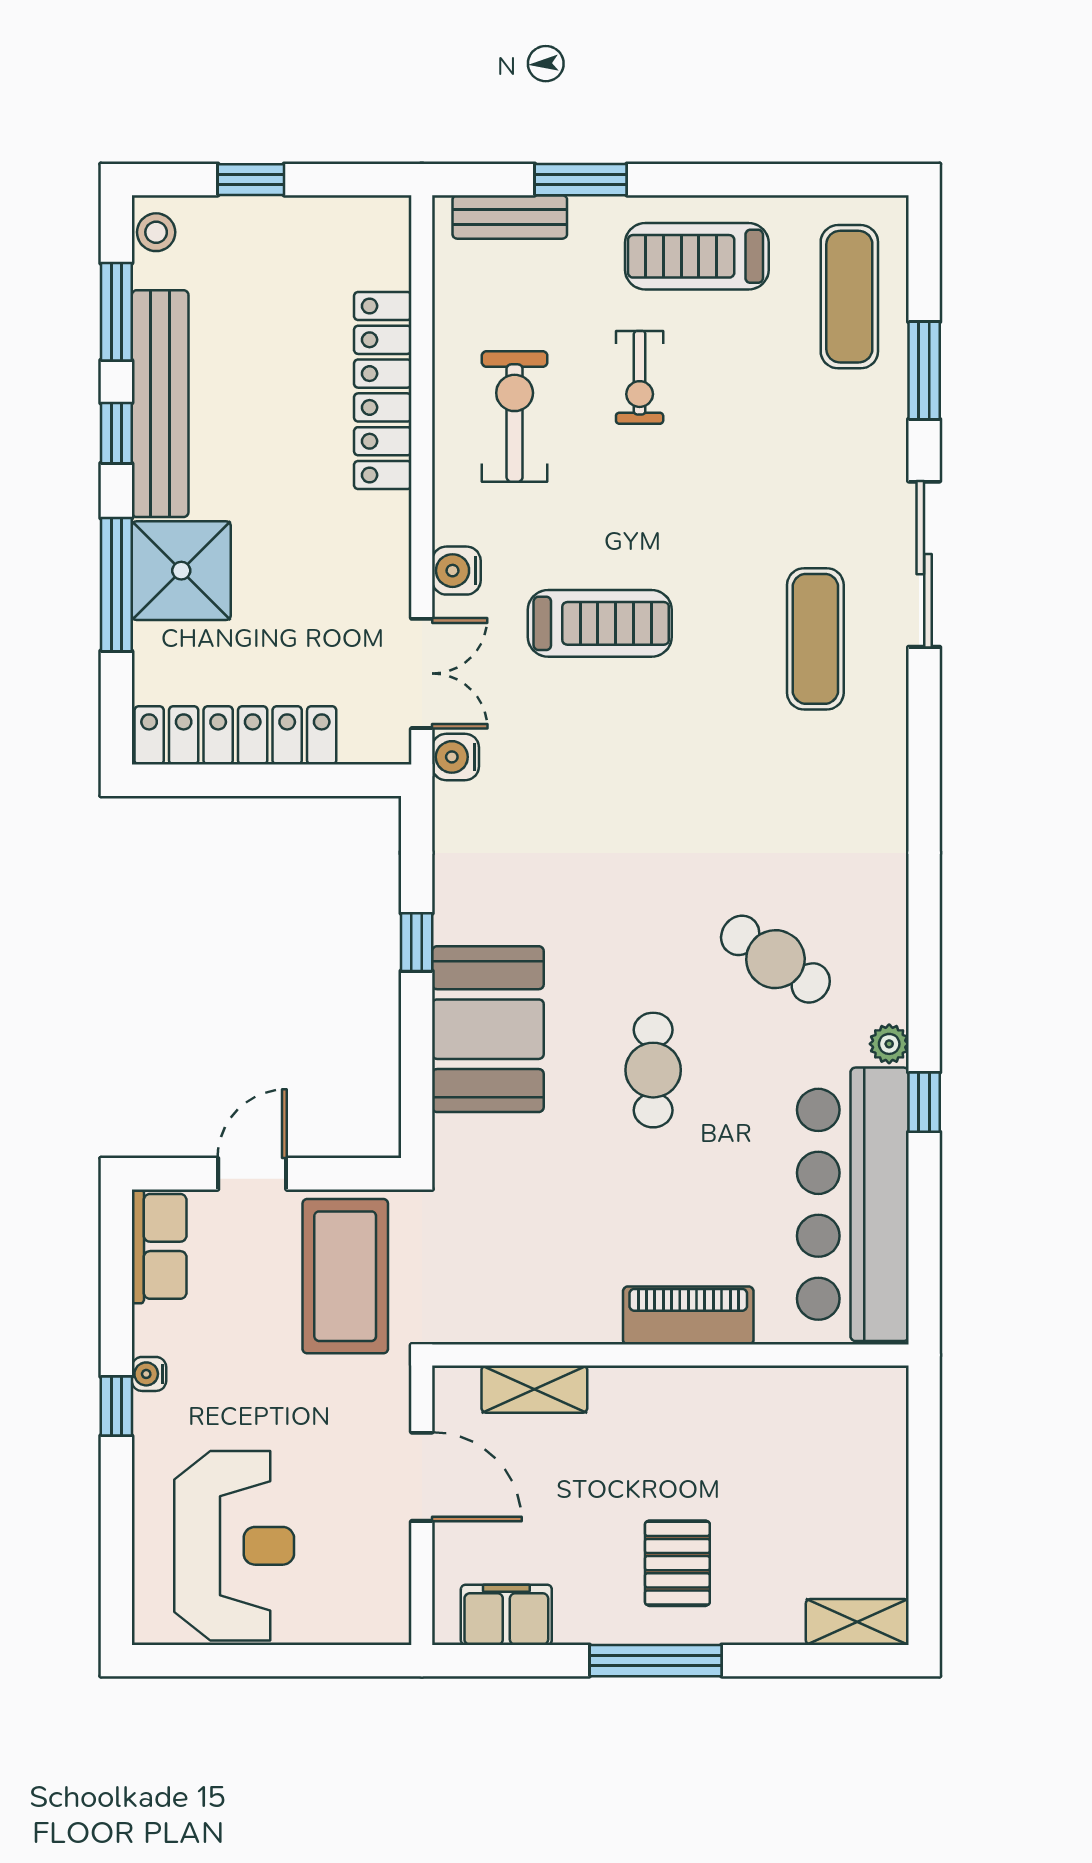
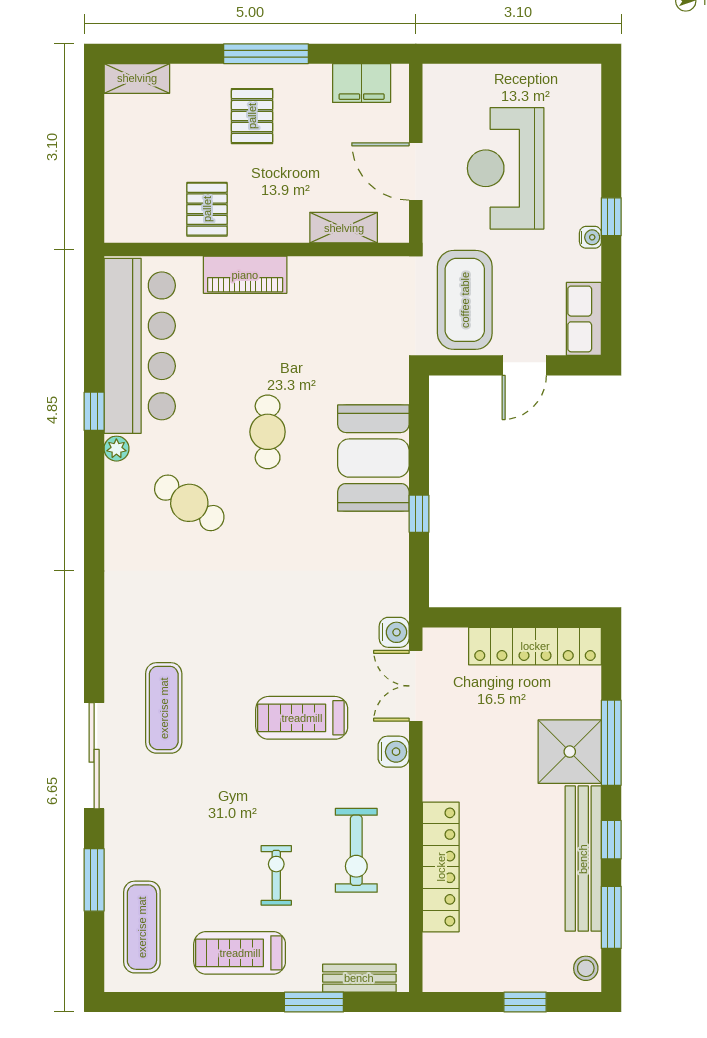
treadmill: (697, 256) -> (240, 953), turned 180
pallet: (748, 1418) -> (207, 209), added
reception desk: (234, 1546) -> (506, 168), moved

